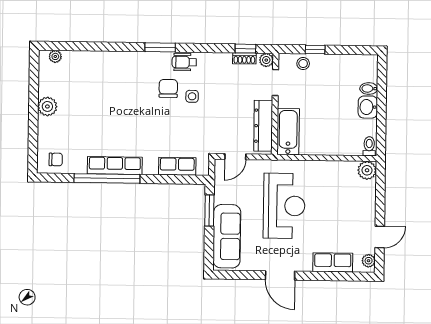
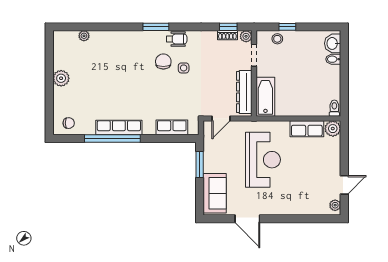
plant: (55, 56) -> (84, 36), moved
wheelchair: (184, 62) -> (177, 39), turned 180
washbasin: (368, 107) -> (333, 43), moved
sofa: (227, 236) -> (215, 193), width x0.73
row of seats: (333, 262) -> (307, 129), moved, turned 180
door: (280, 275) -> (247, 219), moved

